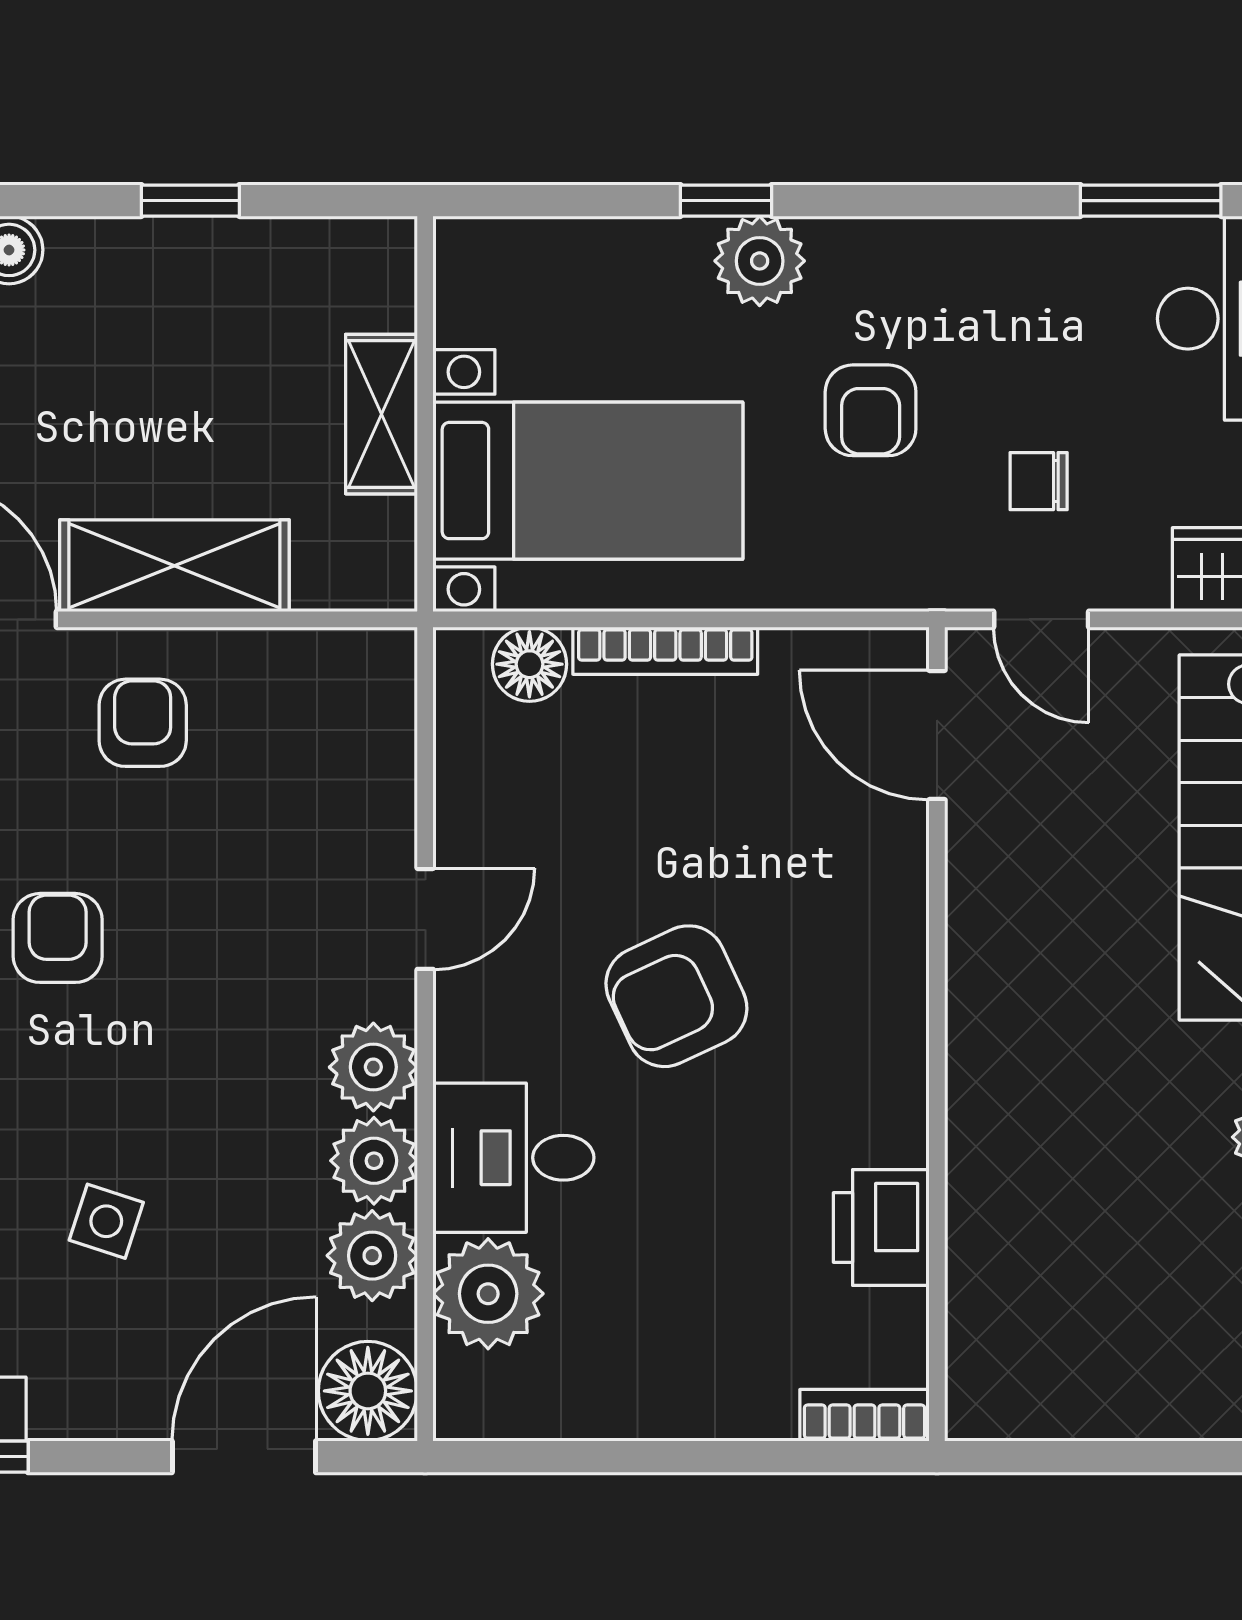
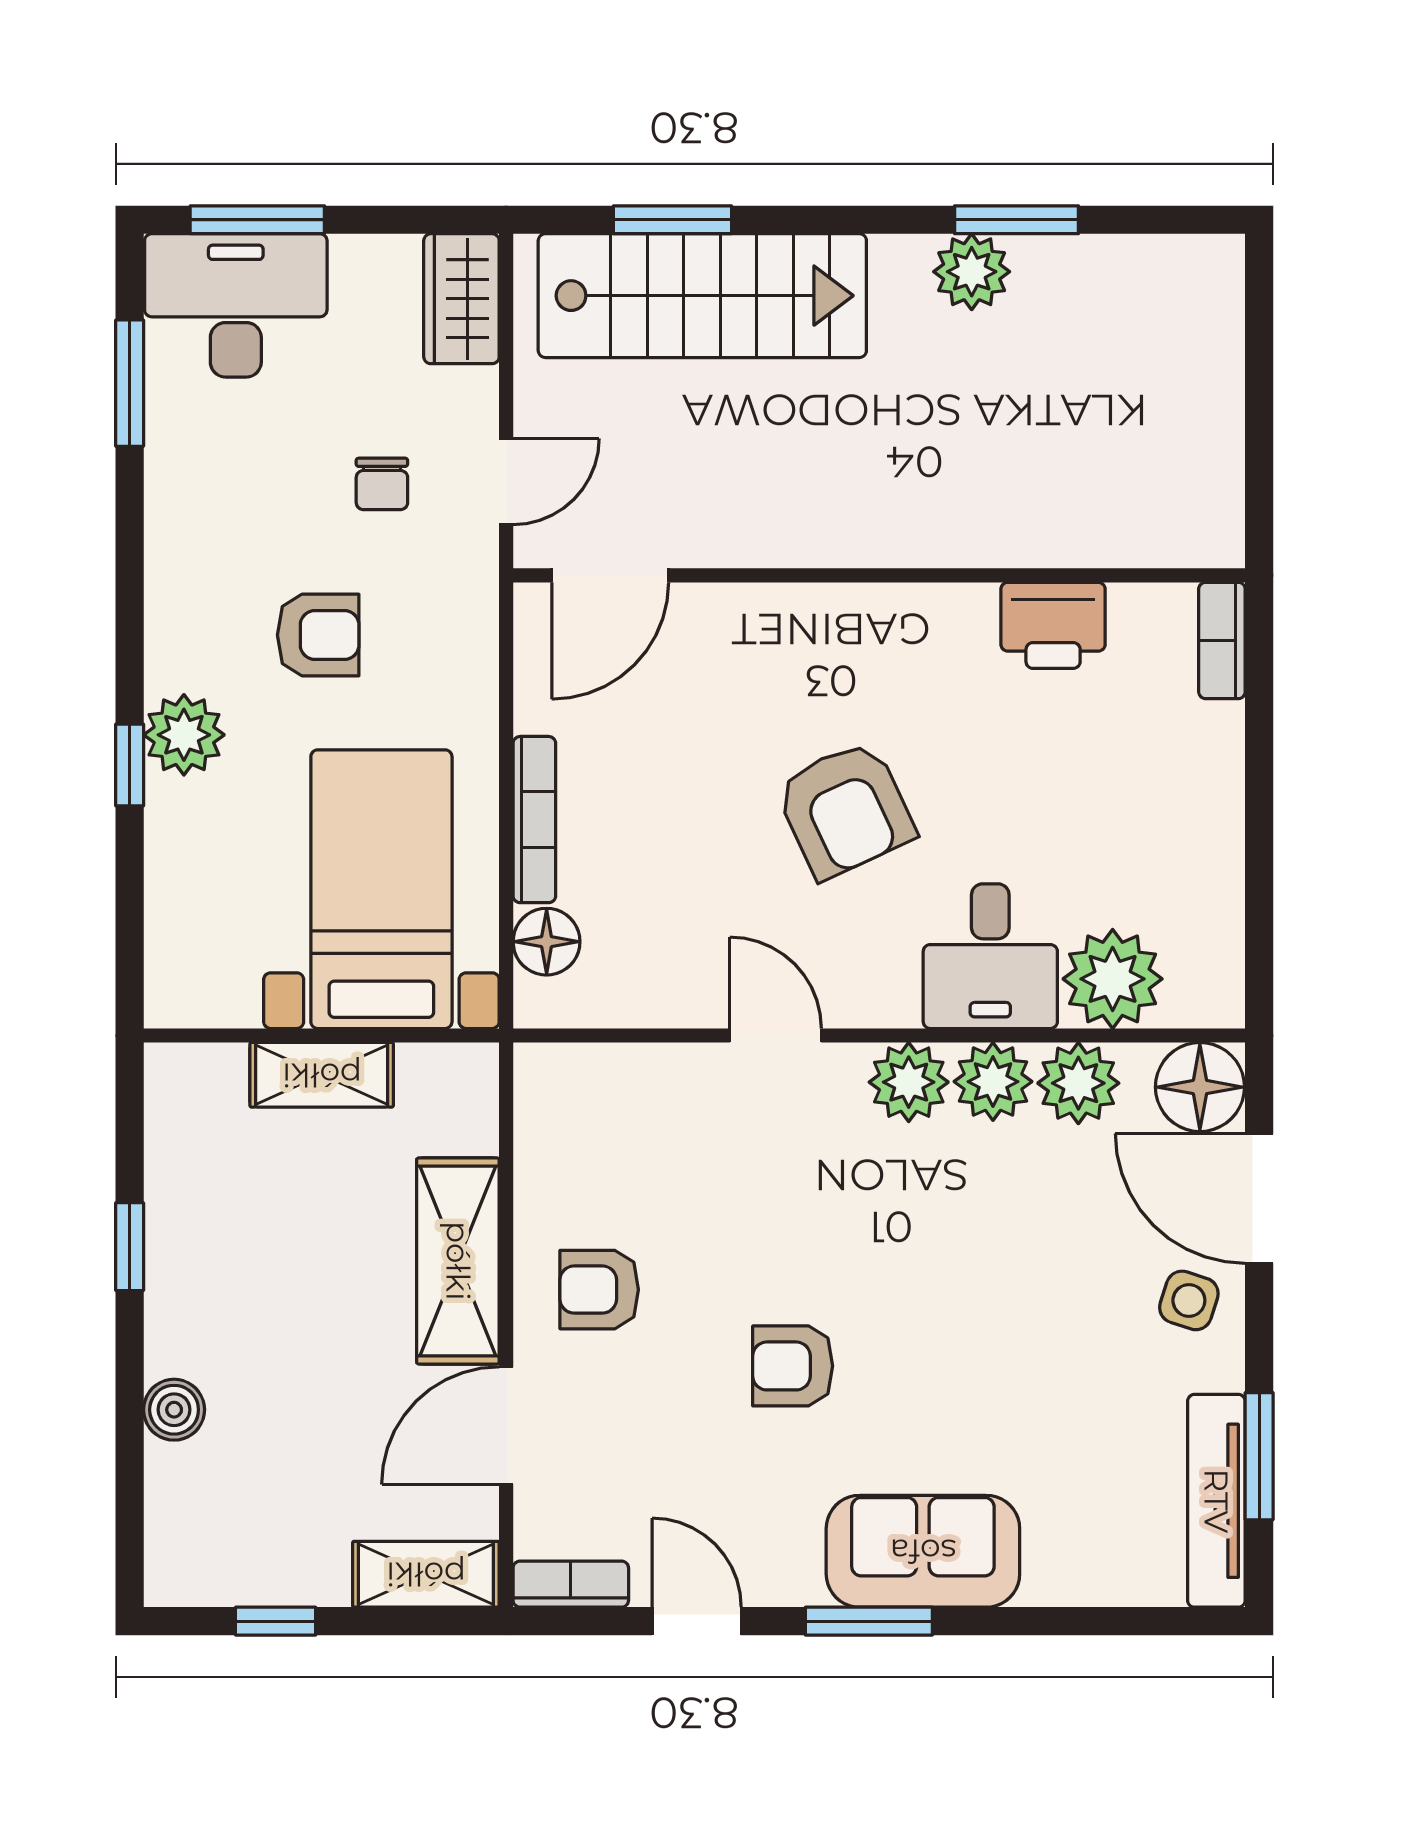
side table: (106, 1221) -> (1189, 1300), moved

